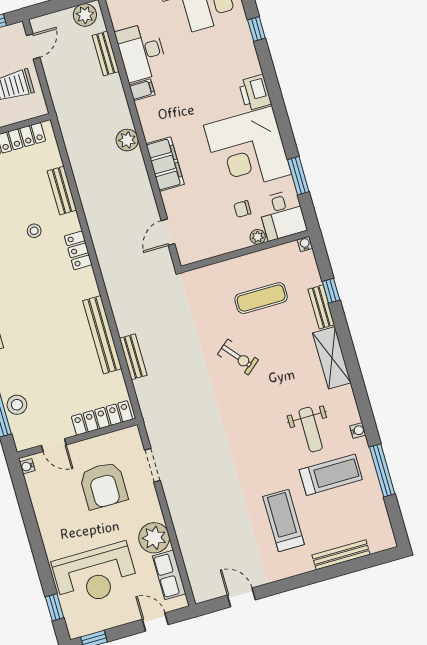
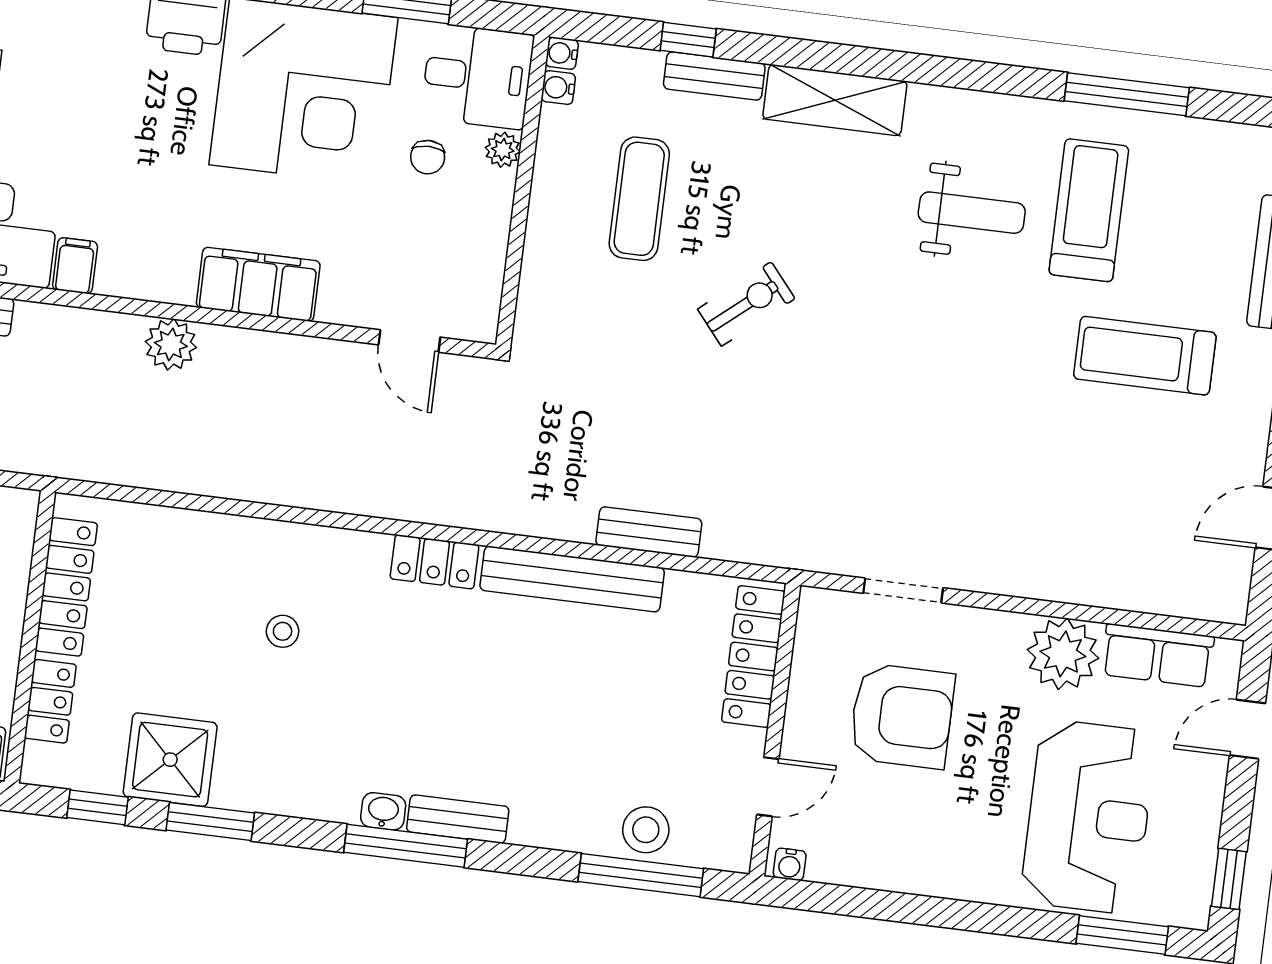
bench: (62, 191) -> (220, 534), removed
locker: (78, 250) -> (435, 562), moved
water cooler: (358, 431) -> (558, 88), moved, turned -90
window: (55, 607) -> (1122, 935), width x1.50

